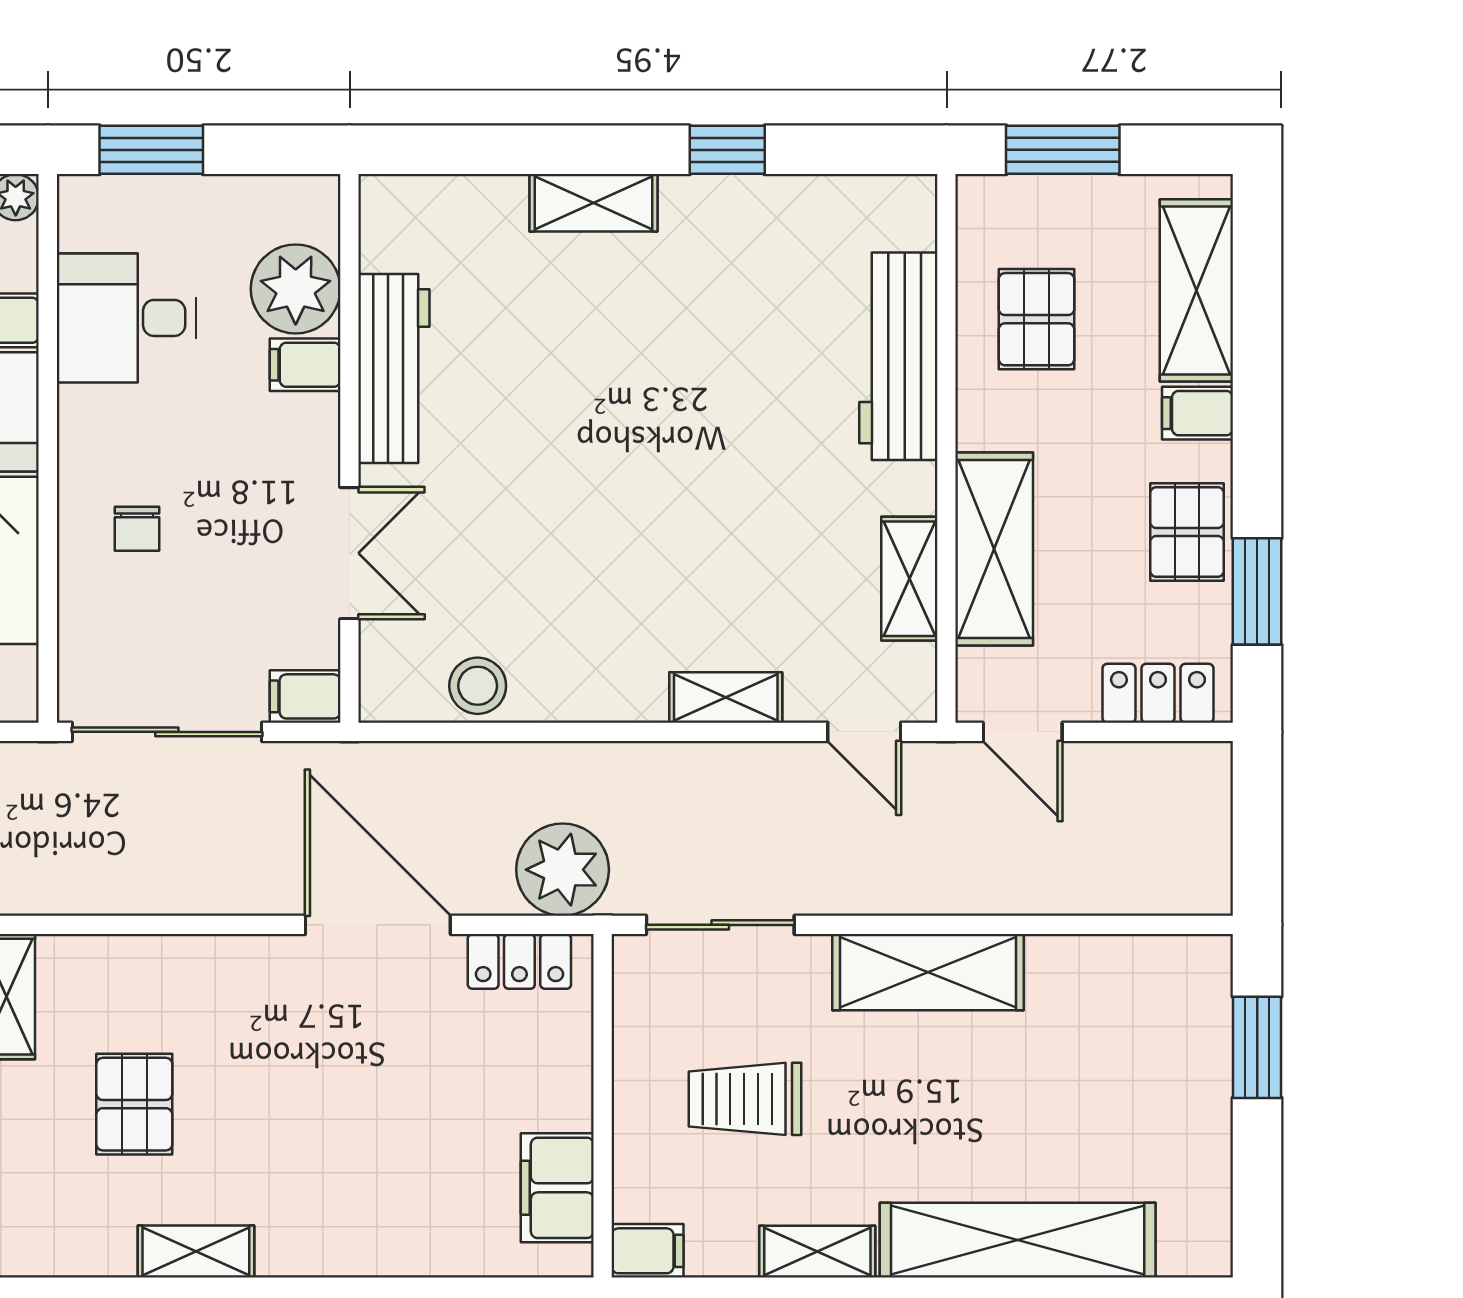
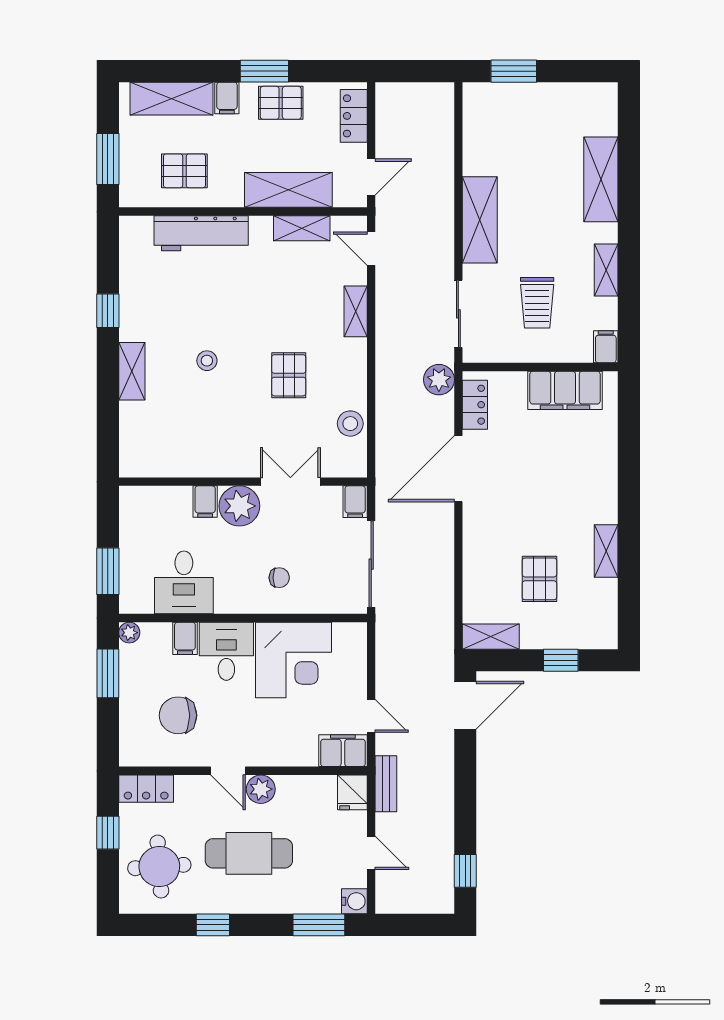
plant: (296, 289) -> (239, 506), moved
workbench: (394, 369) -> (207, 461), removed
stool: (617, 369) -> (207, 361), added
pallet: (584, 550) -> (289, 375), added
window: (1257, 591) -> (264, 71), moved
door: (864, 732) -> (371, 249), swing flipped
plant: (563, 870) -> (439, 380), width x0.73, depth x0.73
pallet: (134, 1104) -> (539, 579), turned 90
filing cabinet: (557, 1188) -> (565, 390), width x1.50, depth x1.17
shelving: (1018, 1240) -> (601, 179), width x0.68

